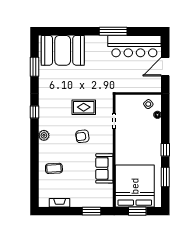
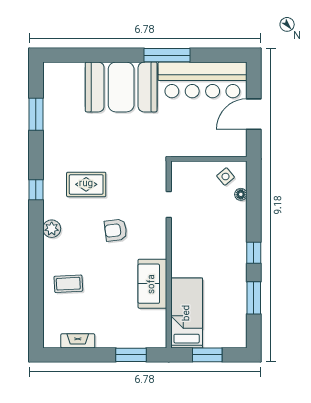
booth: (63, 50) -> (121, 87), moved
rug: (84, 107) -> (86, 184), moved
bed: (135, 186) -> (187, 313), width x0.49

